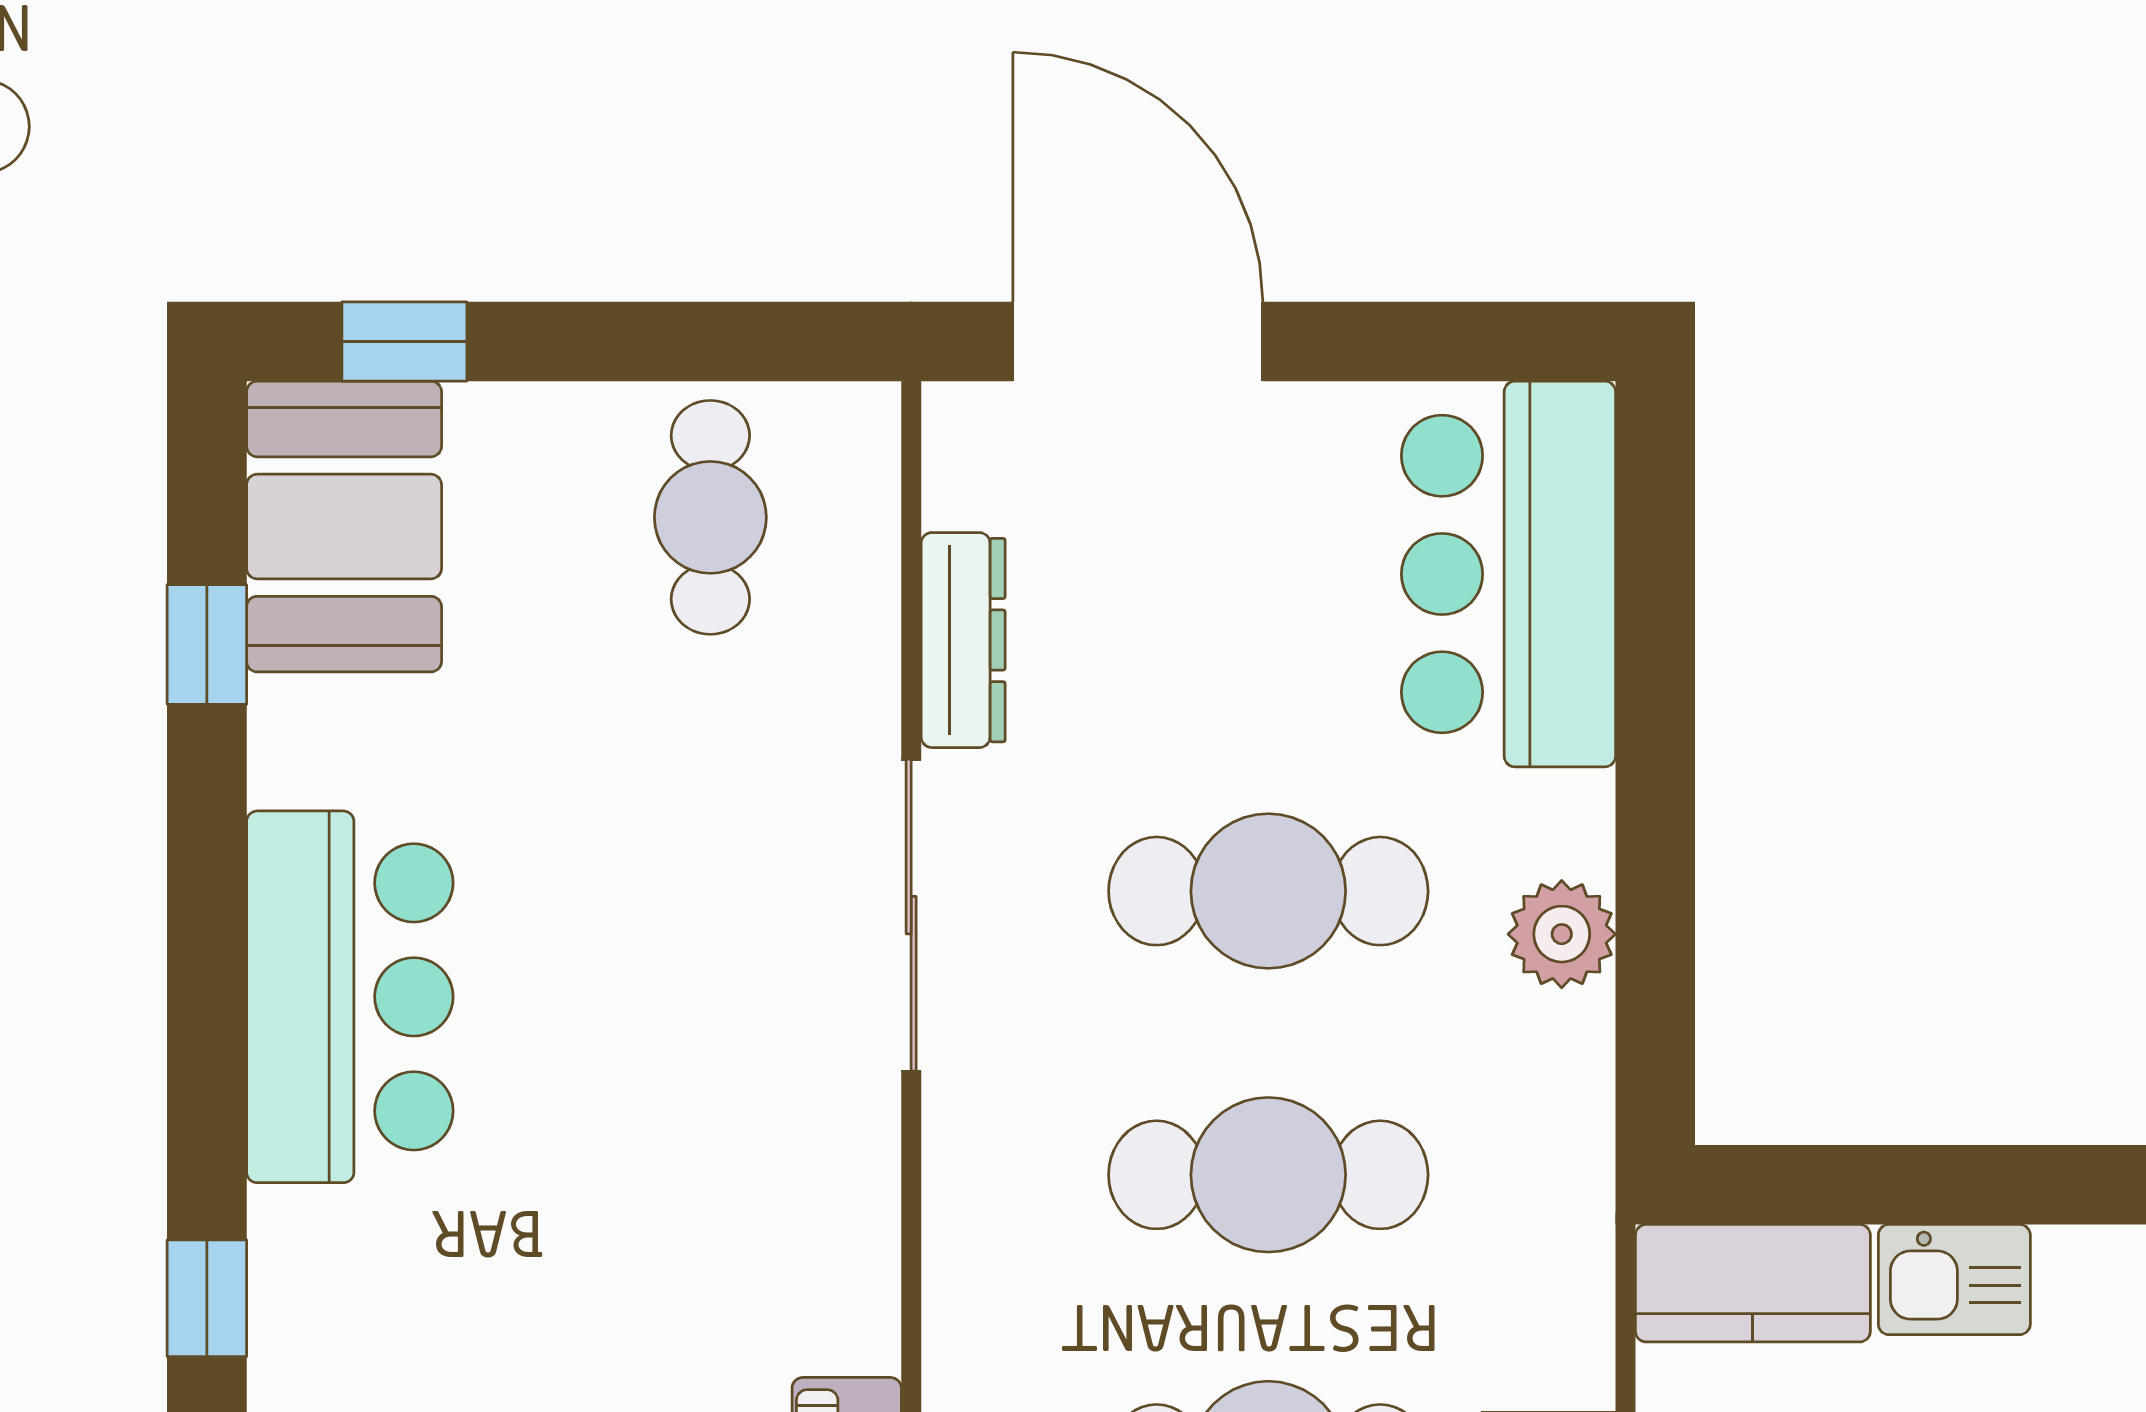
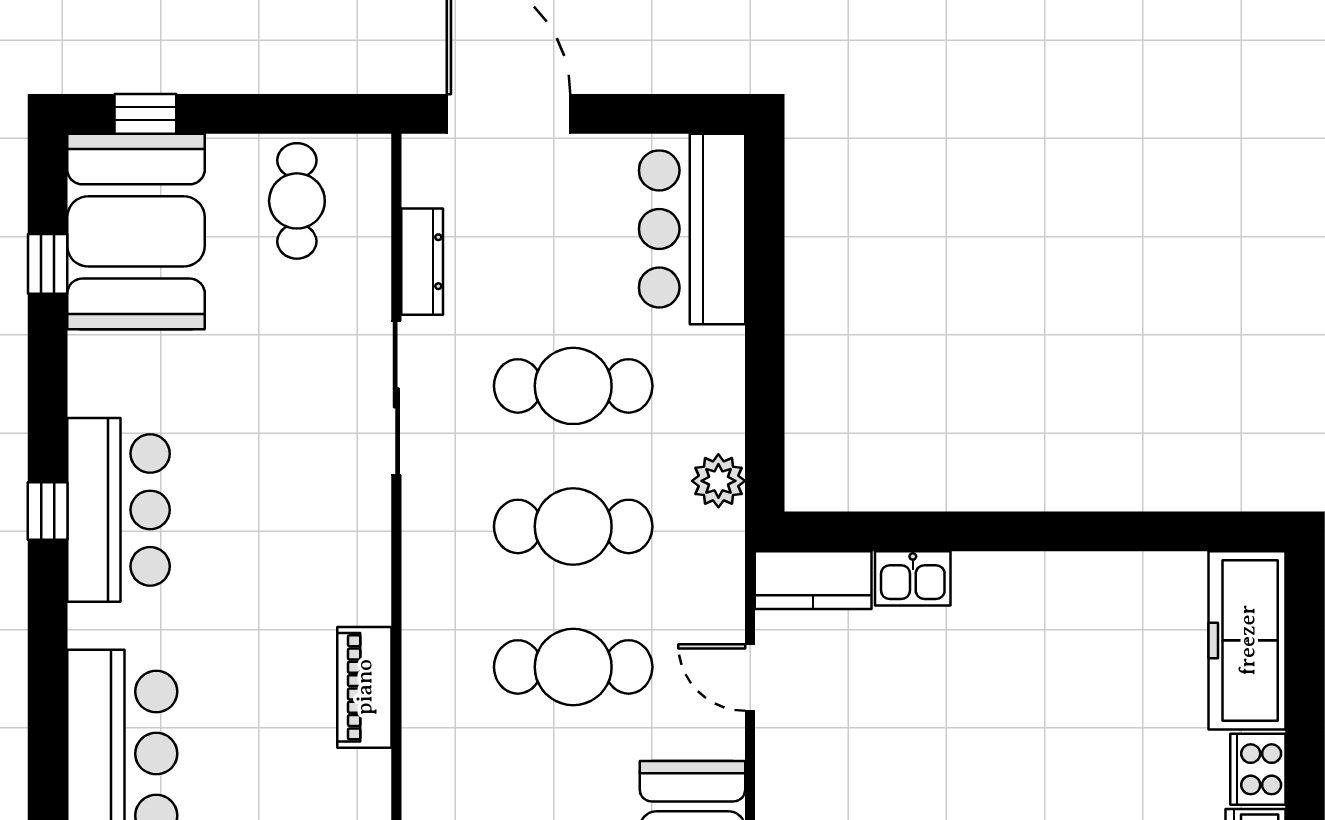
booth: (344, 527) -> (136, 231), width x1.36, depth x1.42
plant: (1562, 934) -> (718, 481), moved
bar counter: (350, 997) -> (118, 510), moved
window: (207, 1298) -> (48, 511), moved

